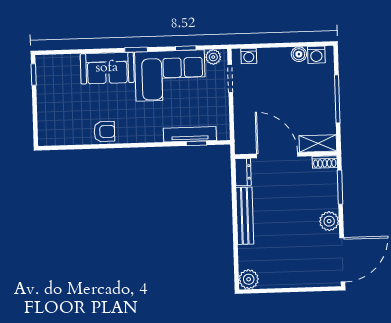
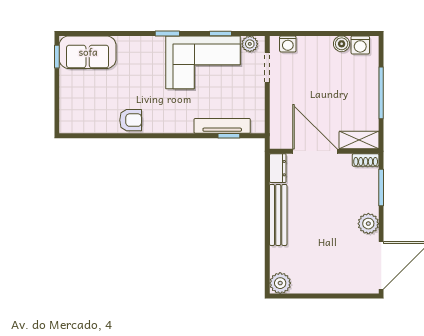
sofa: (107, 68) -> (88, 52), moved

